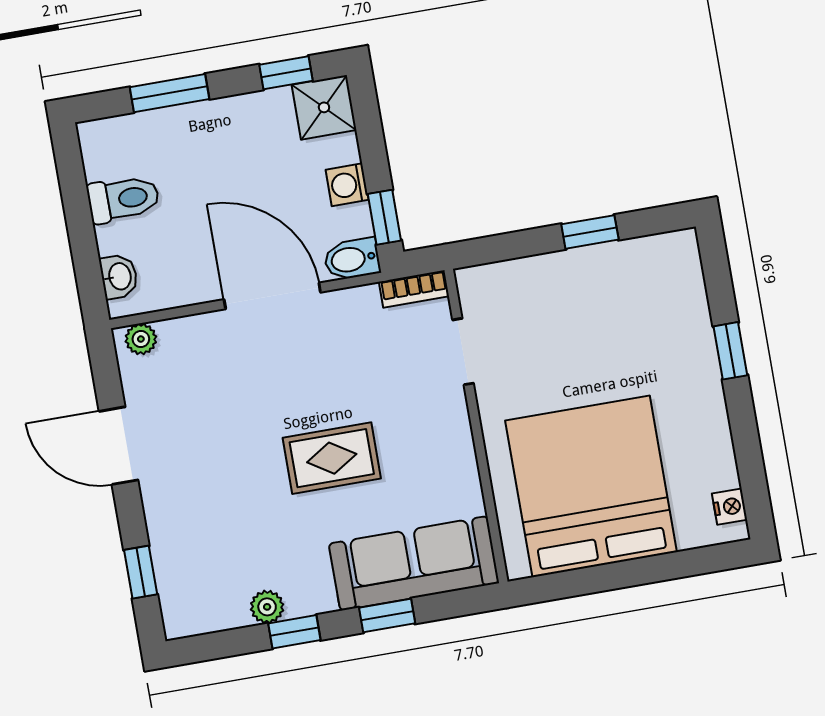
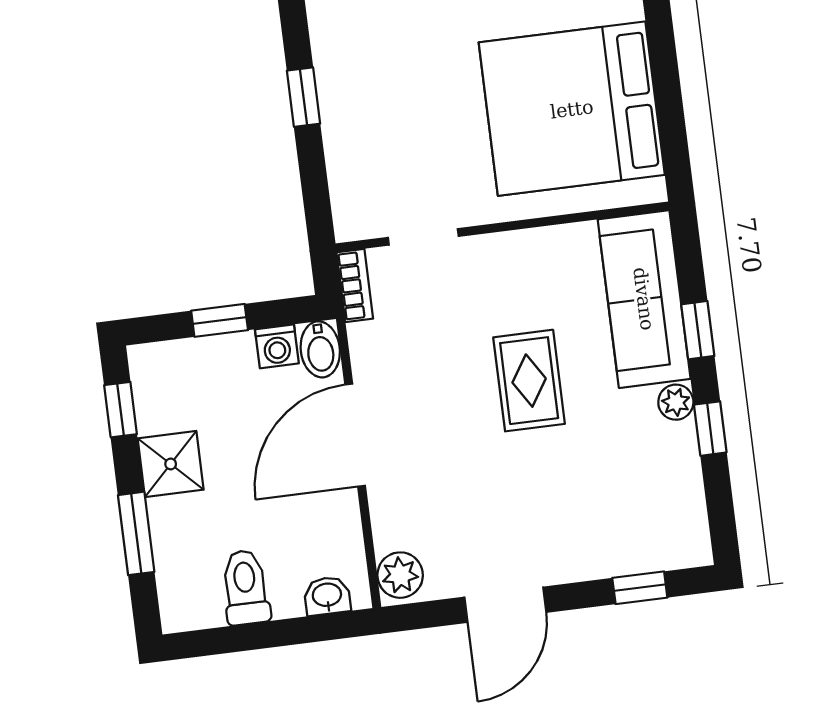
shower: (324, 107) -> (171, 464), moved
washing machine: (347, 185) -> (277, 346), moved
window: (384, 217) -> (220, 320), moved
plant: (141, 339) -> (400, 575), width x1.38, depth x1.38
plant: (267, 607) -> (676, 402), moved

